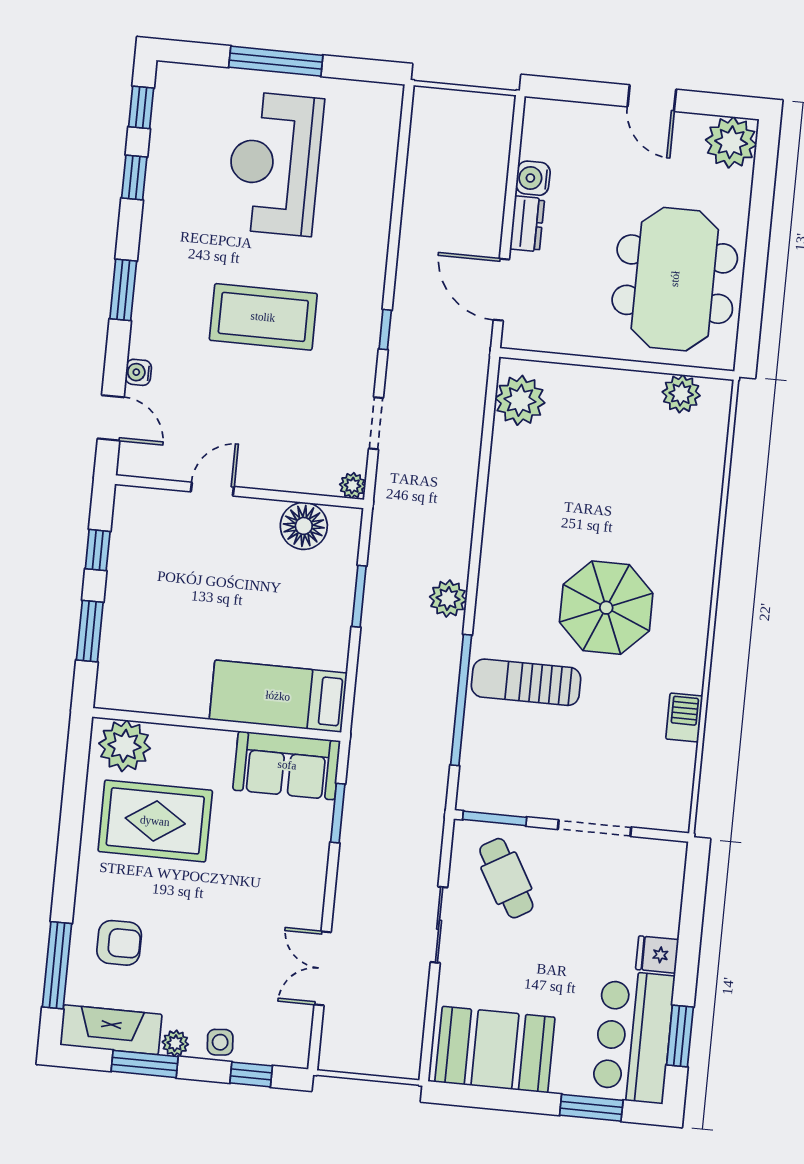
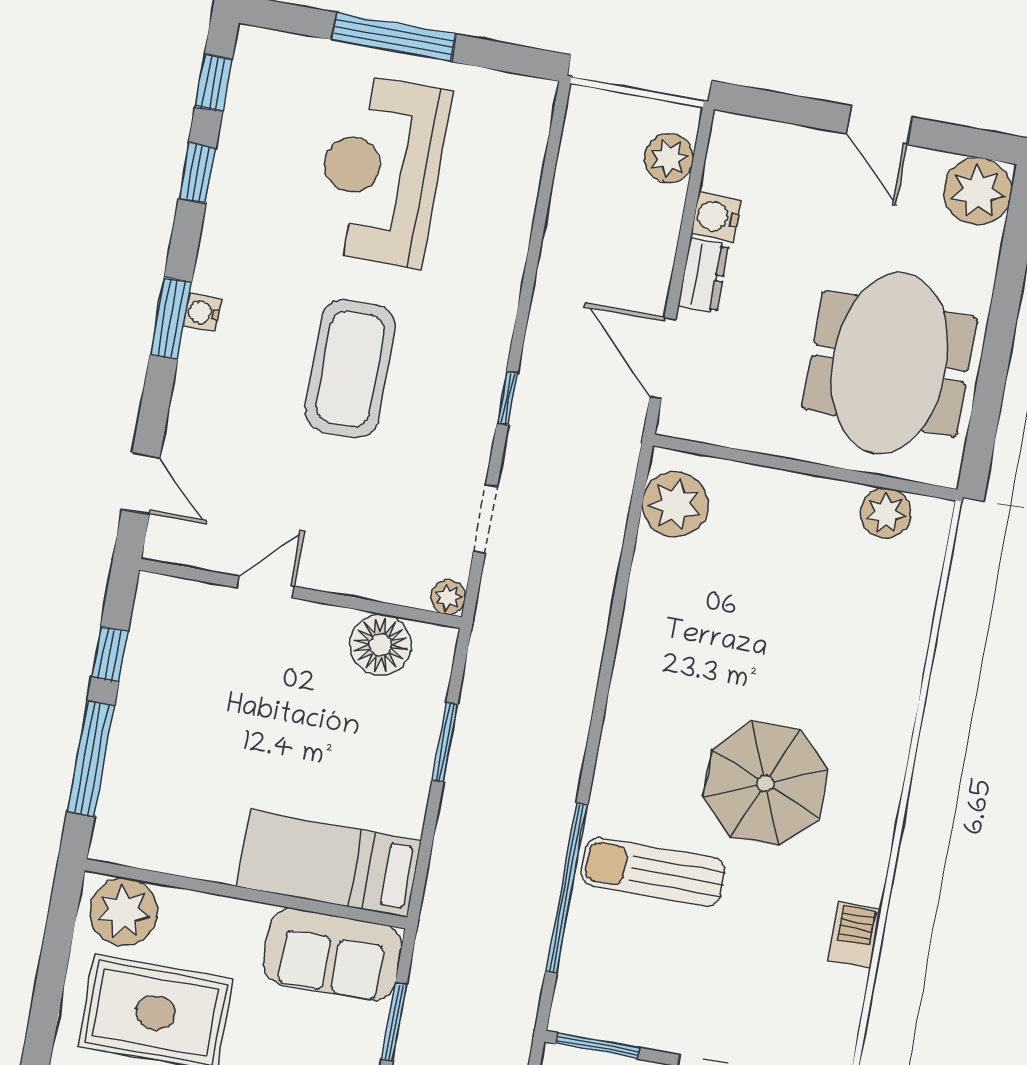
coffee table: (263, 317) -> (350, 368), turned 90
water cooler: (138, 372) -> (202, 313), moved
plant: (448, 599) -> (669, 158), moved
window: (90, 631) -> (91, 759), width x1.44

